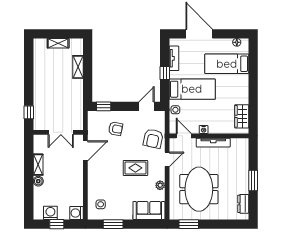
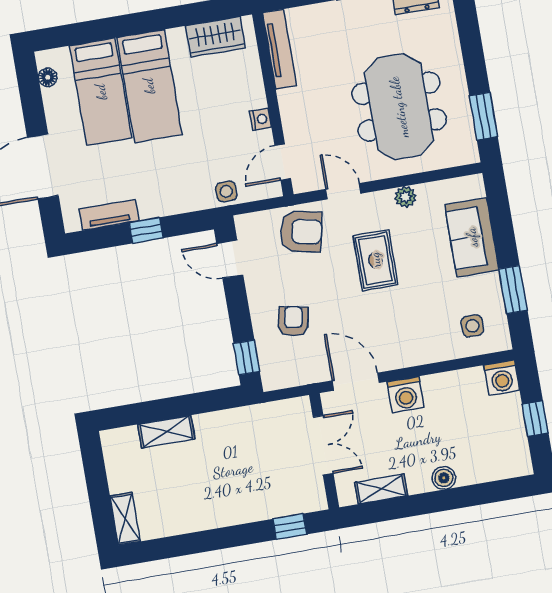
shelving: (58, 43) -> (125, 519), moved
bed: (192, 89) -> (149, 86), moved, turned 180
tv unit: (213, 143) -> (280, 49), moved
shelving: (38, 165) -> (381, 489), moved
meeting table: (199, 189) -> (399, 107), turned 90
sofa: (149, 210) -> (472, 237), moved
washing machine: (50, 213) -> (406, 395), moved, turned -90

